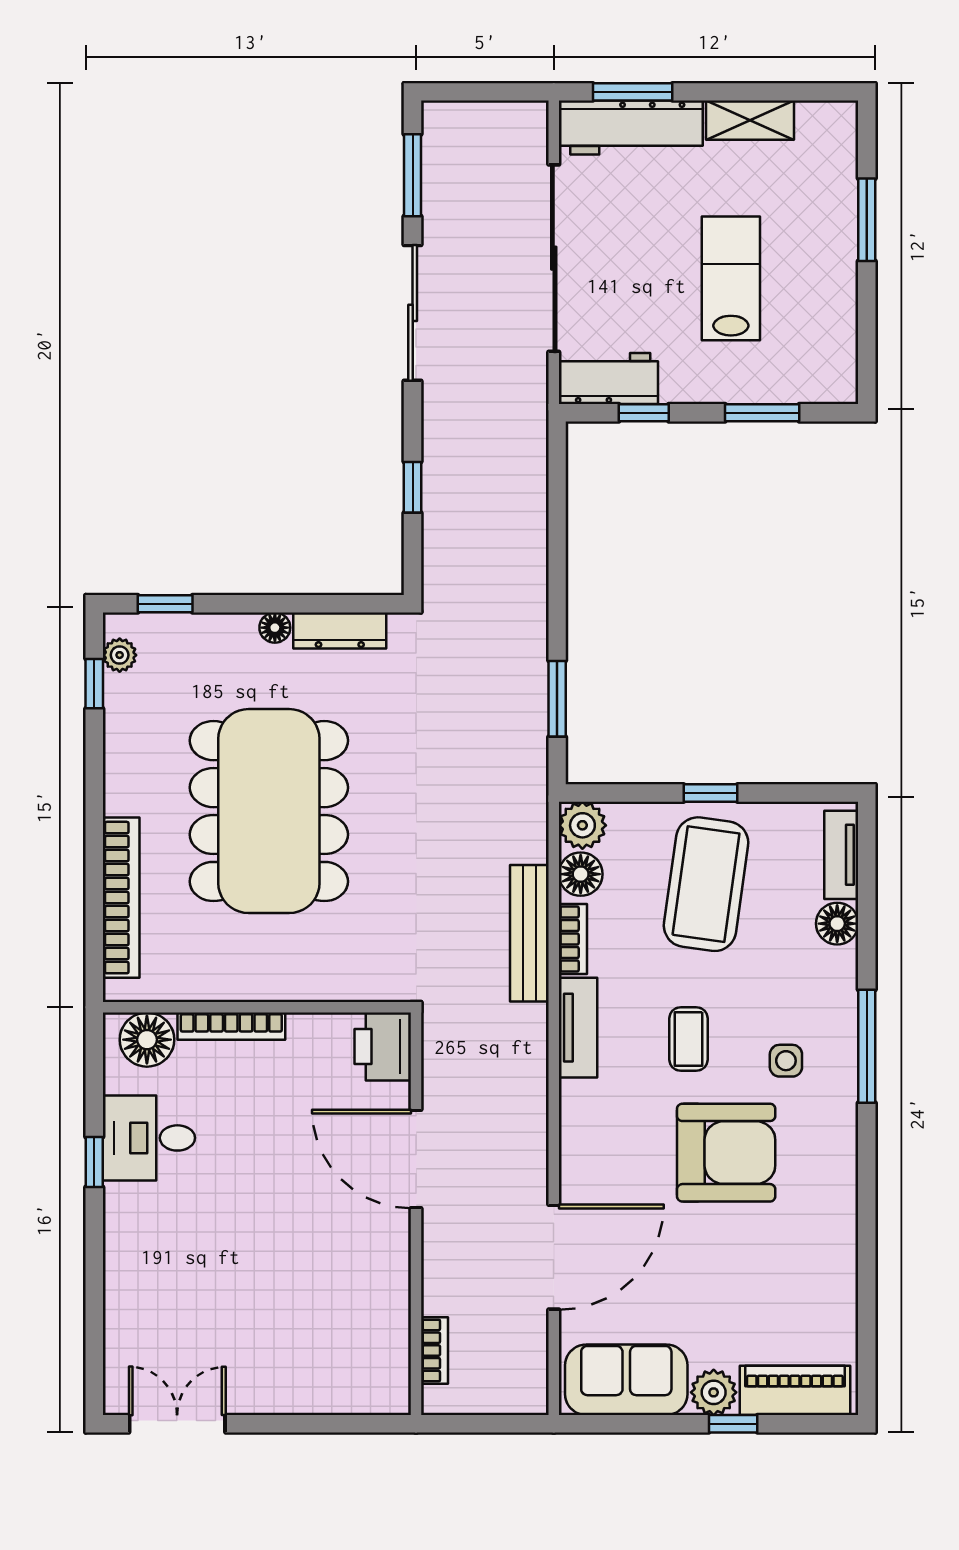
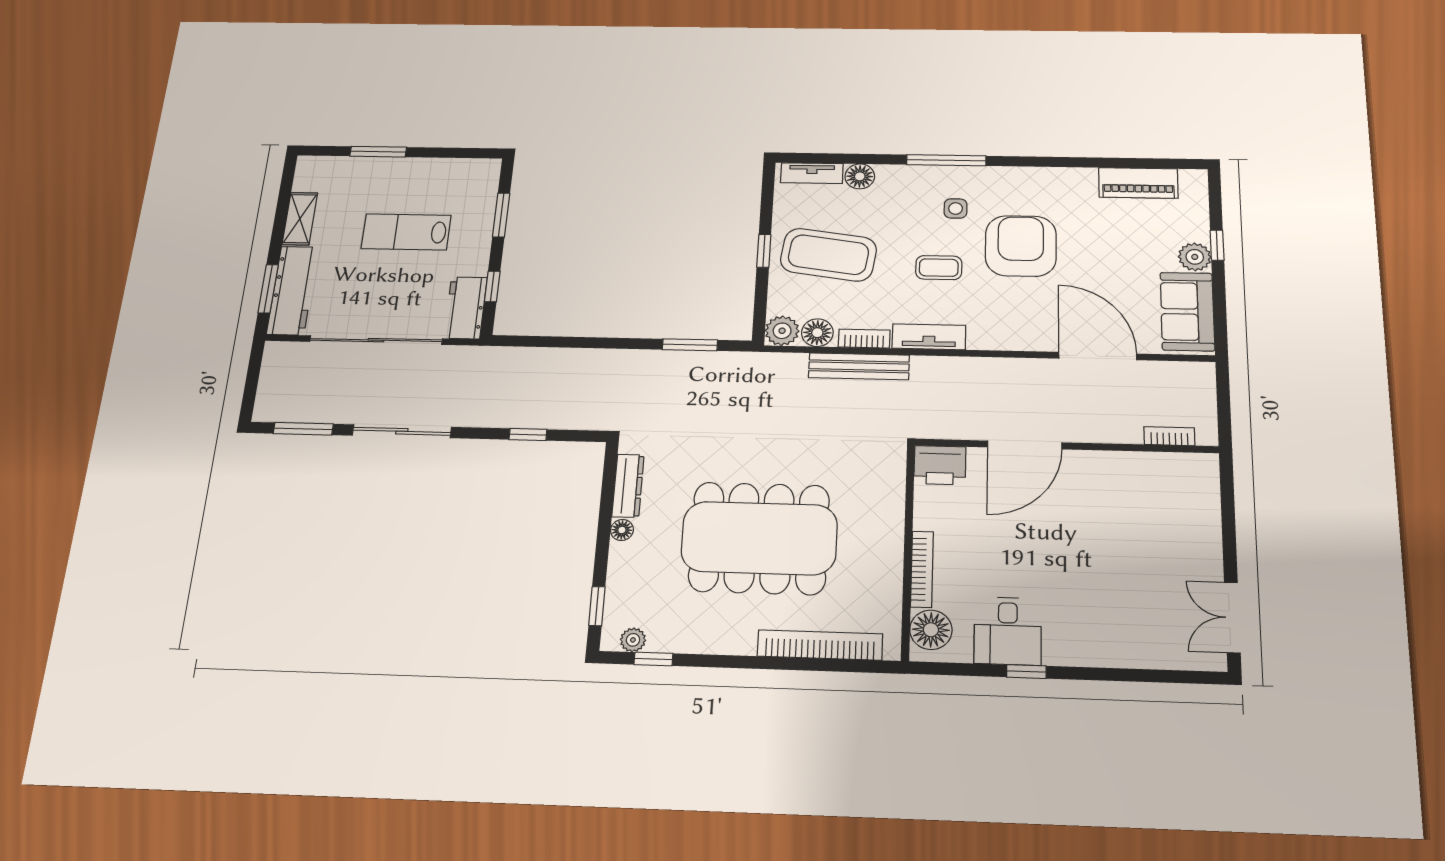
piano: (795, 1390) -> (1138, 183), moved, turned -90

